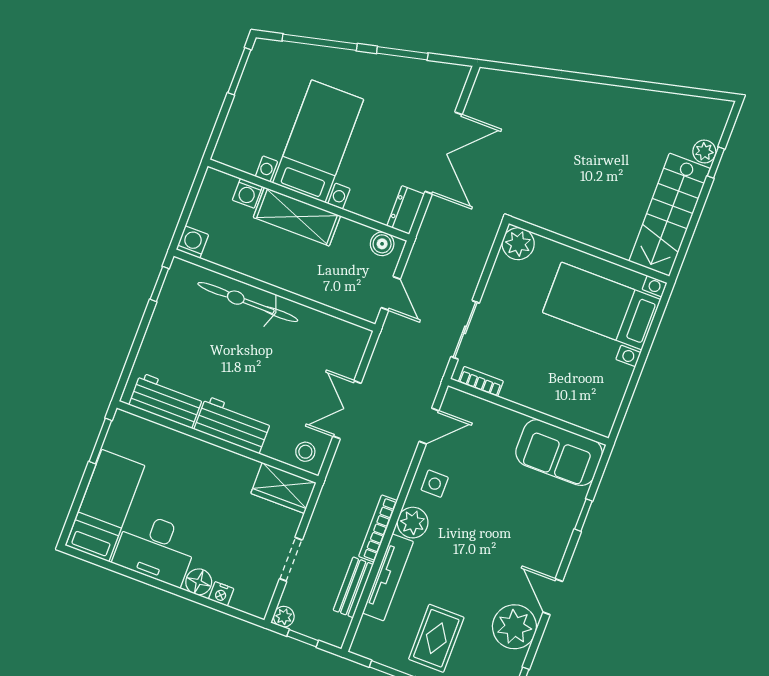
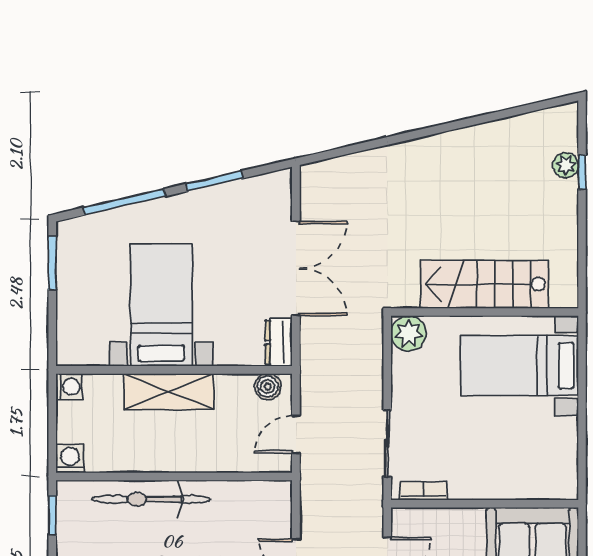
washing machine: (247, 193) -> (69, 387), moved, turned -90
stairs: (669, 215) -> (485, 284), moved, turned 90
door: (391, 293) -> (296, 435), swing flipped

